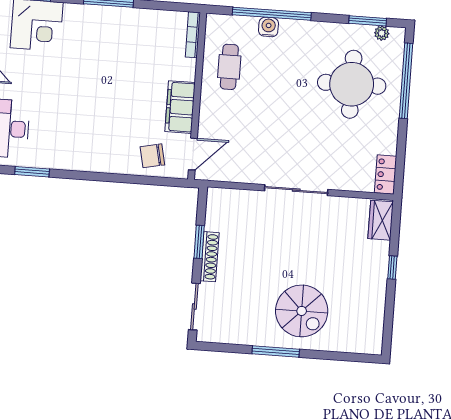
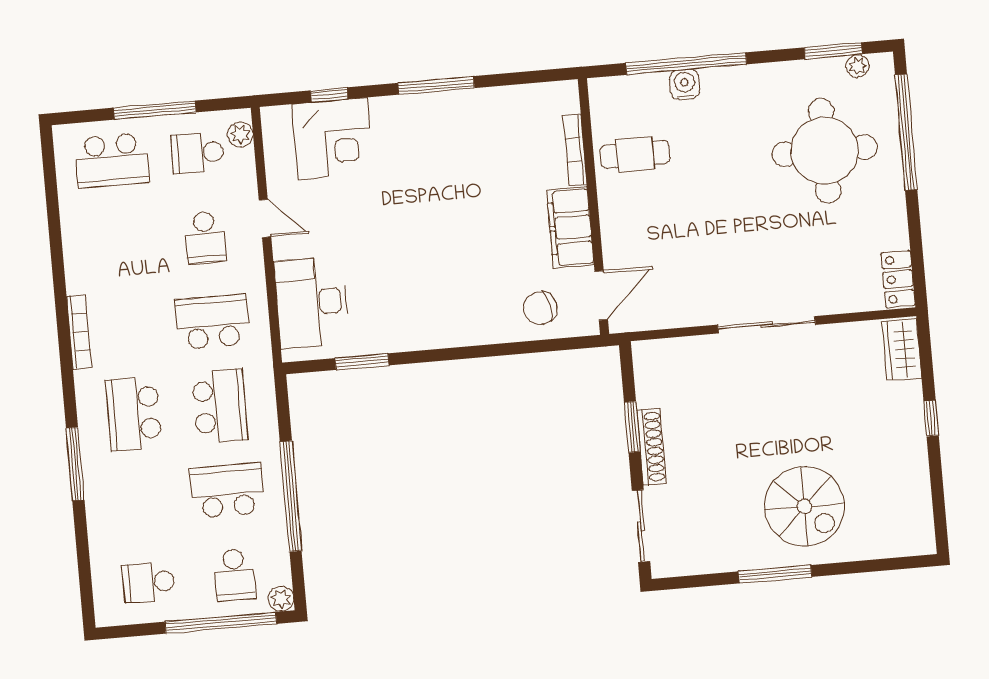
bookcase: (193, 35) -> (575, 150), moved
cafe table: (229, 67) -> (635, 154), turned 90

